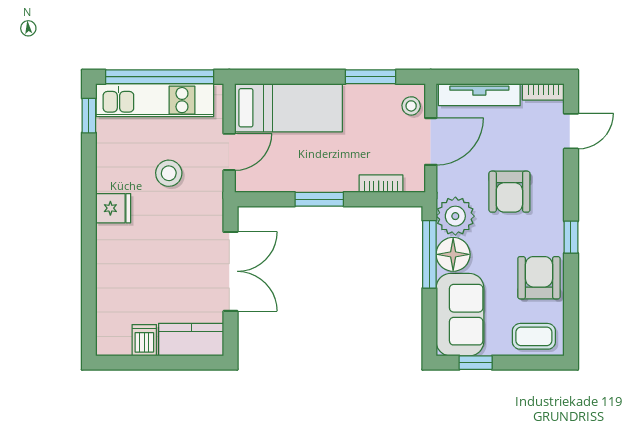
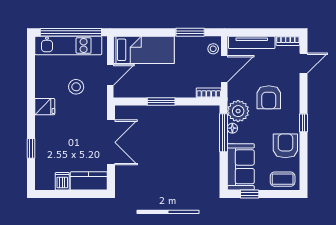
window: (89, 116) -> (31, 148), moved
bookcase: (381, 184) -> (209, 93), moved
floor lamp: (453, 254) -> (232, 128), width x0.53, depth x0.53

